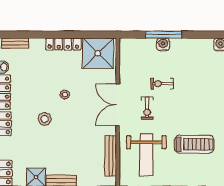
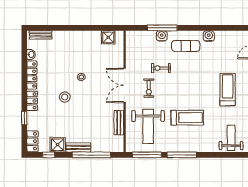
locker: (63, 44) -> (80, 36), removed
shower: (98, 53) -> (108, 37), width x0.54, depth x0.54
exercise mat: (192, 57) -> (186, 46), added
bench: (111, 156) -> (119, 123), width x0.73

